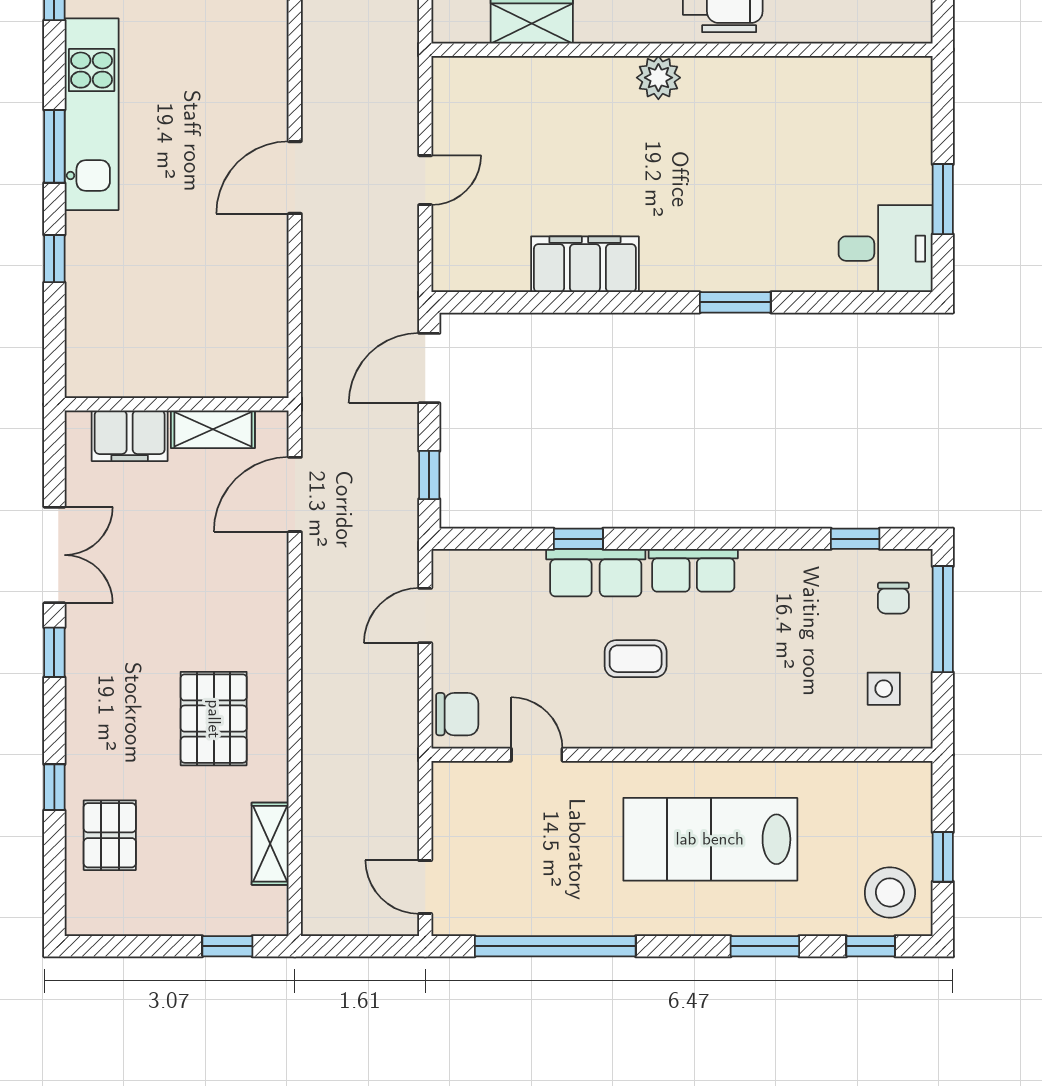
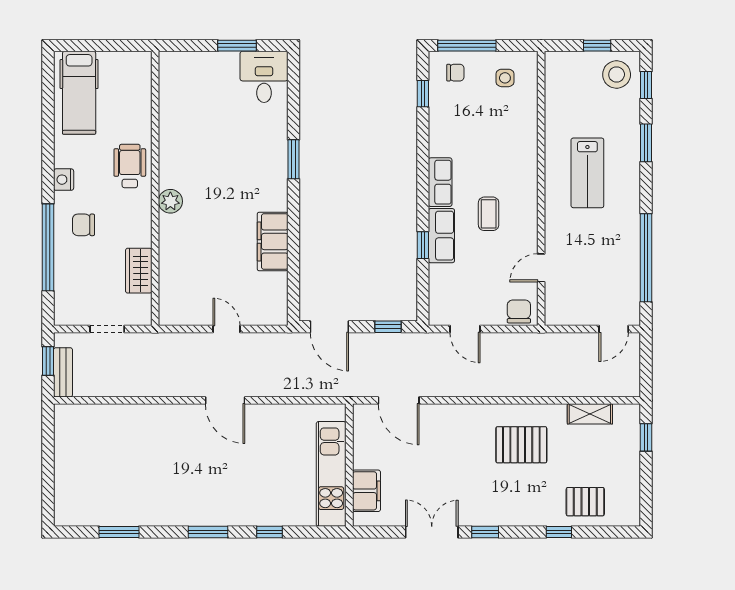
kitchen unit: (92, 114) -> (331, 474), moved, turned -90
shelving: (213, 429) -> (363, 445), removed
lab bench: (710, 839) -> (587, 173), width x0.73, depth x0.72

